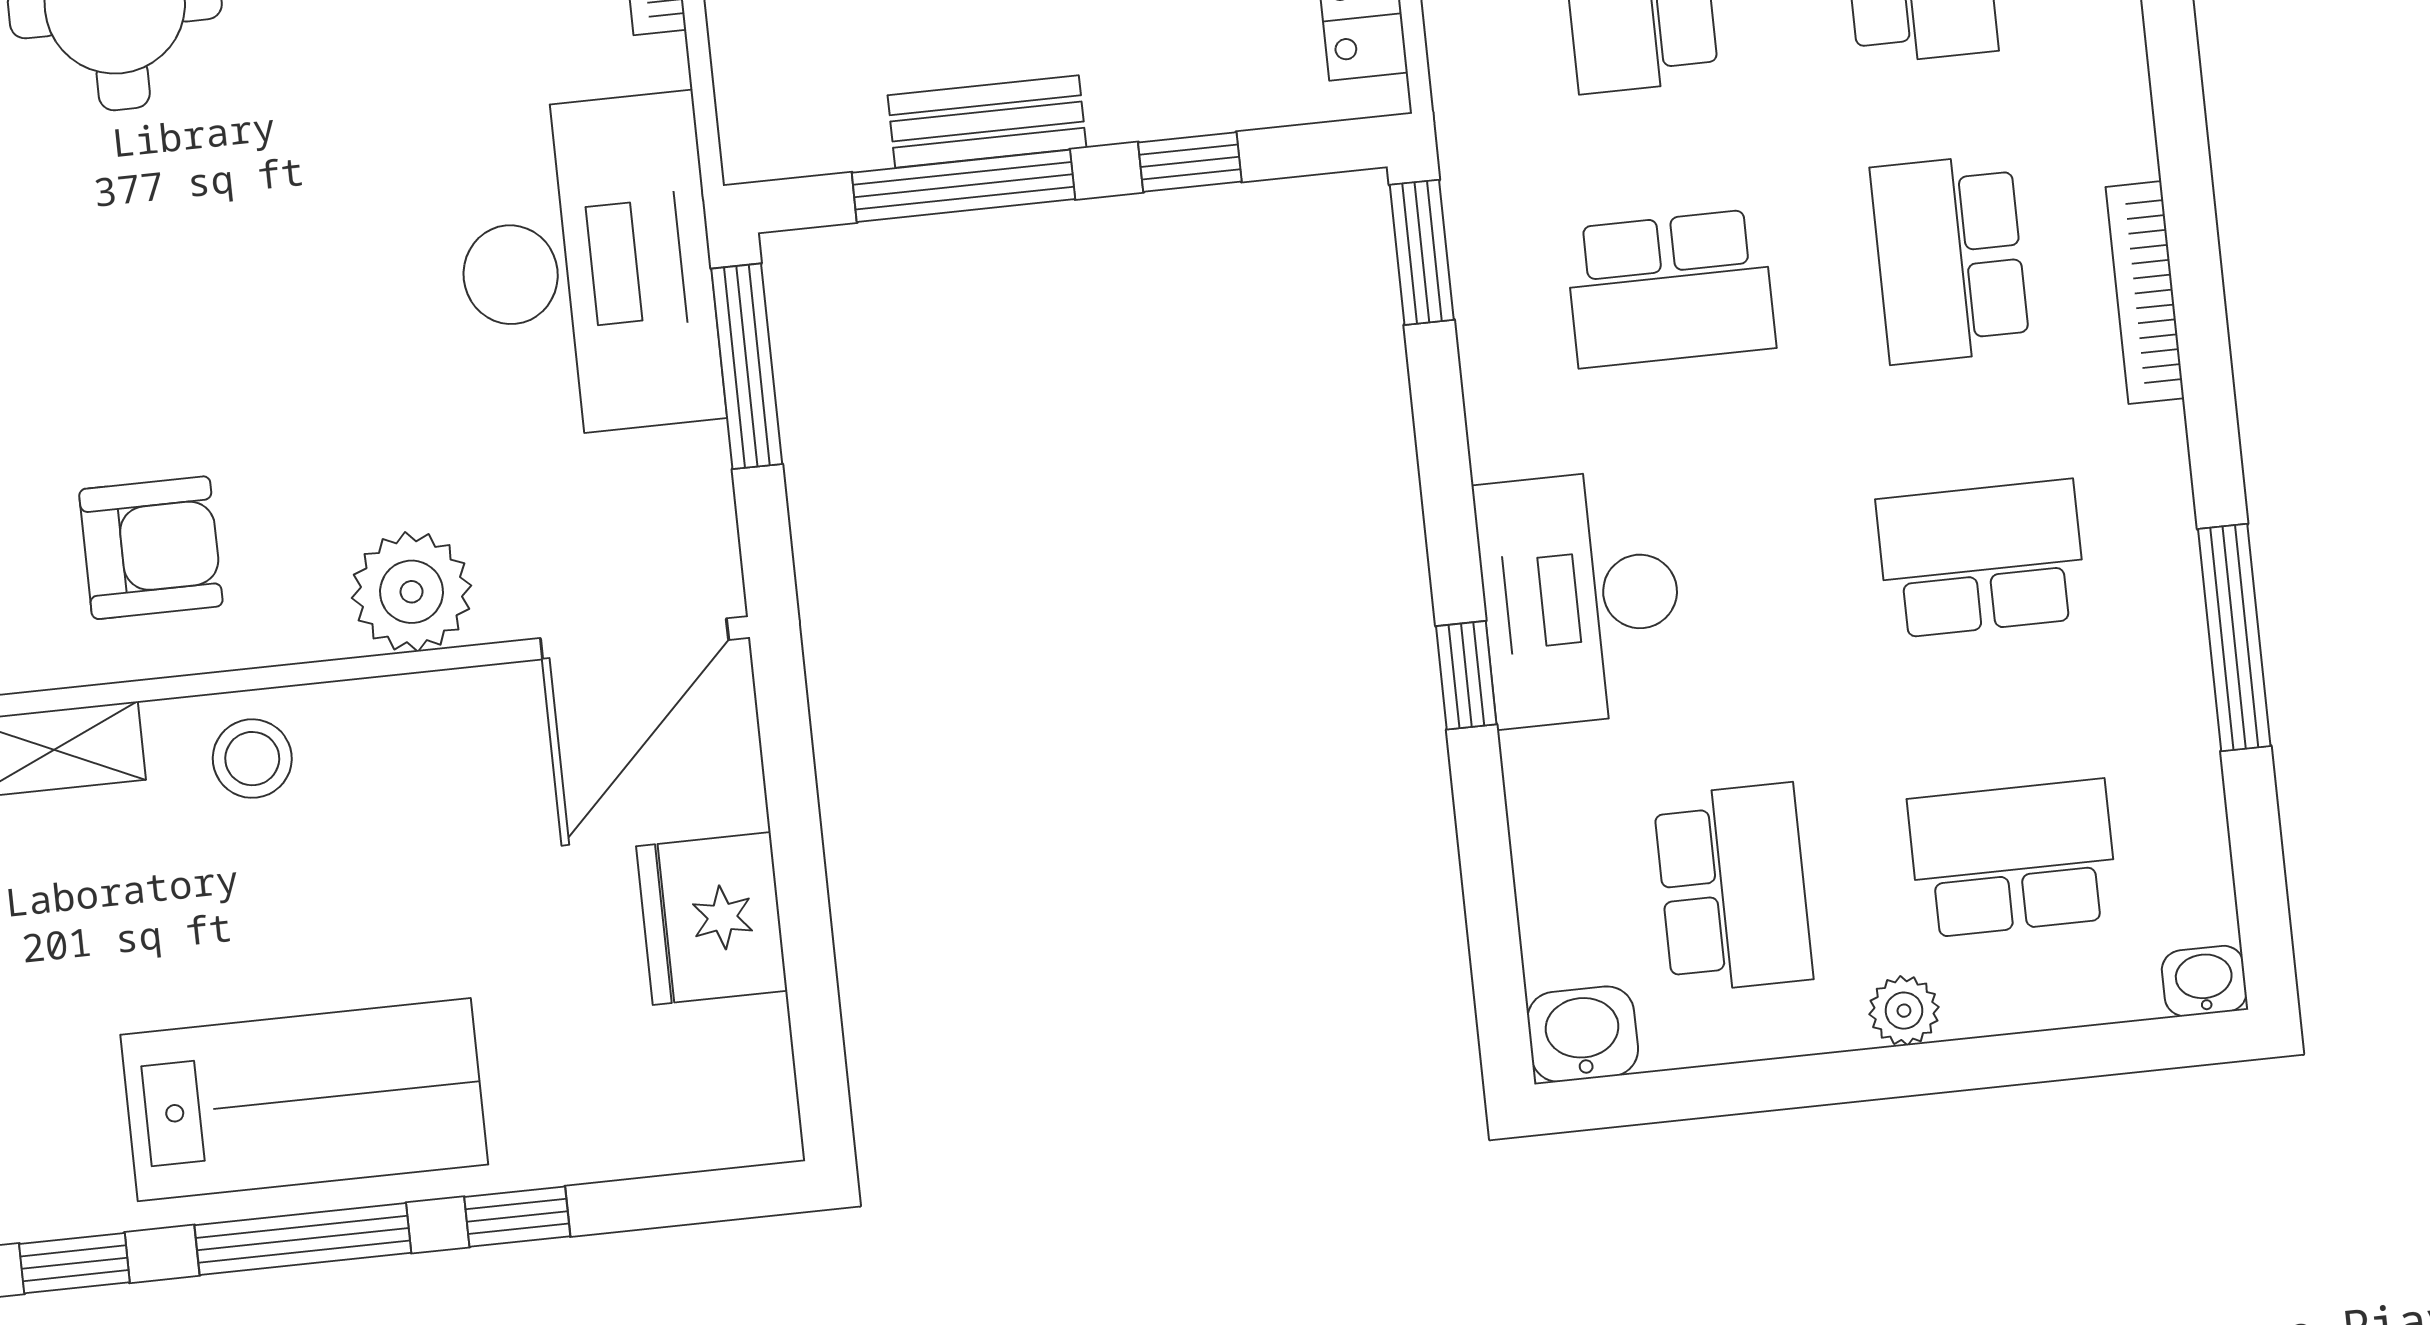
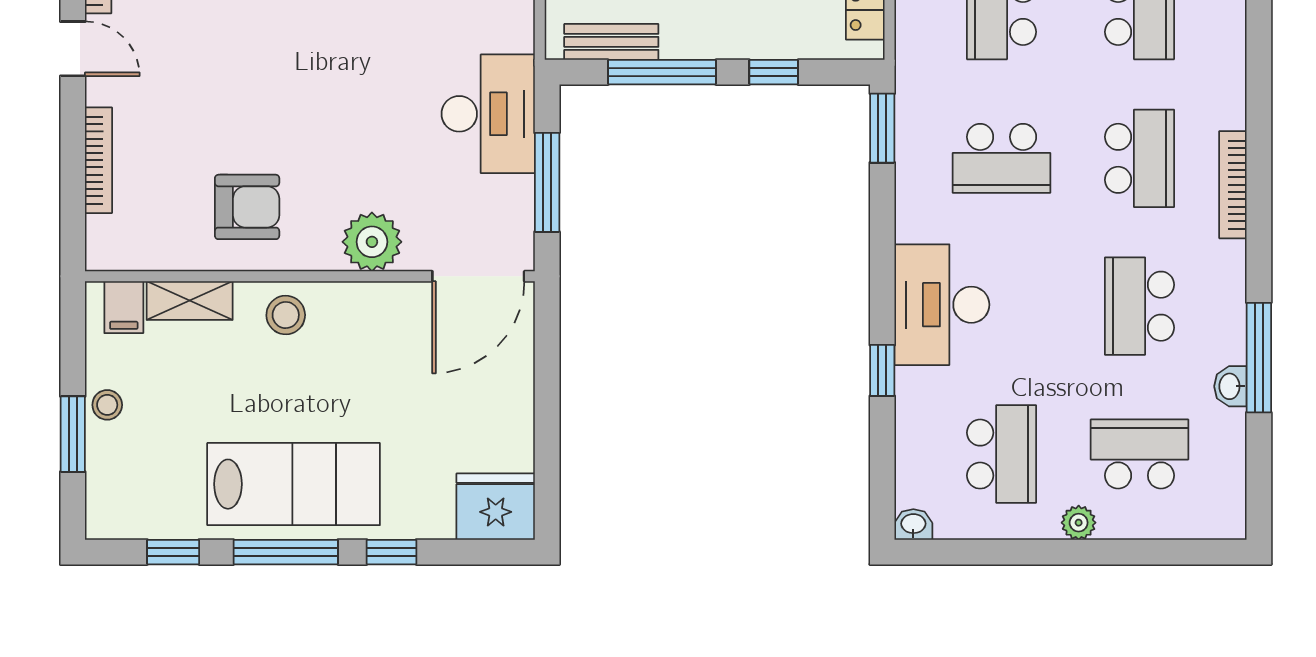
bench: (987, 122) -> (611, 42), moved
school desk: (1950, 259) -> (1140, 158), turned 180
desk: (587, 267) -> (488, 114), width x0.73, depth x0.77
window: (747, 366) -> (547, 182), moved
school desk: (1981, 559) -> (1140, 306), turned -90
window: (1466, 675) -> (882, 370), moved
fridge: (712, 918) -> (496, 507), moved, turned 90
washbasin: (2204, 981) -> (1230, 386), moved, turned -90
washbasin: (1583, 1034) -> (913, 525), width x0.72, depth x0.69

